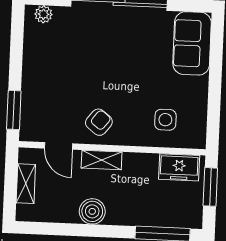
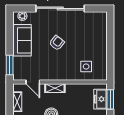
sofa: (192, 43) -> (22, 40), moved, turned 180
armchair: (99, 122) -> (57, 43), moved
freezer: (179, 167) -> (101, 99), moved, turned 90

